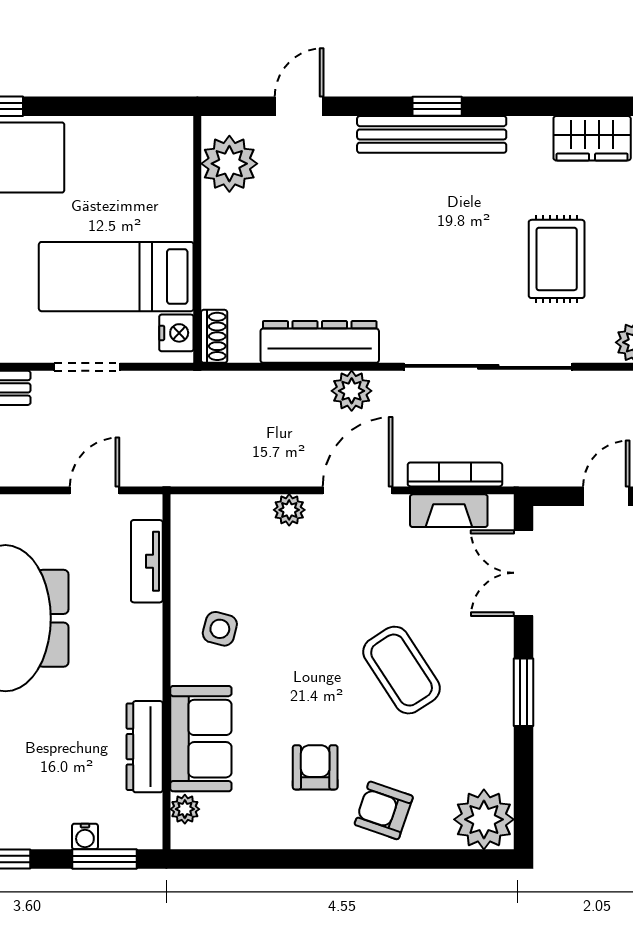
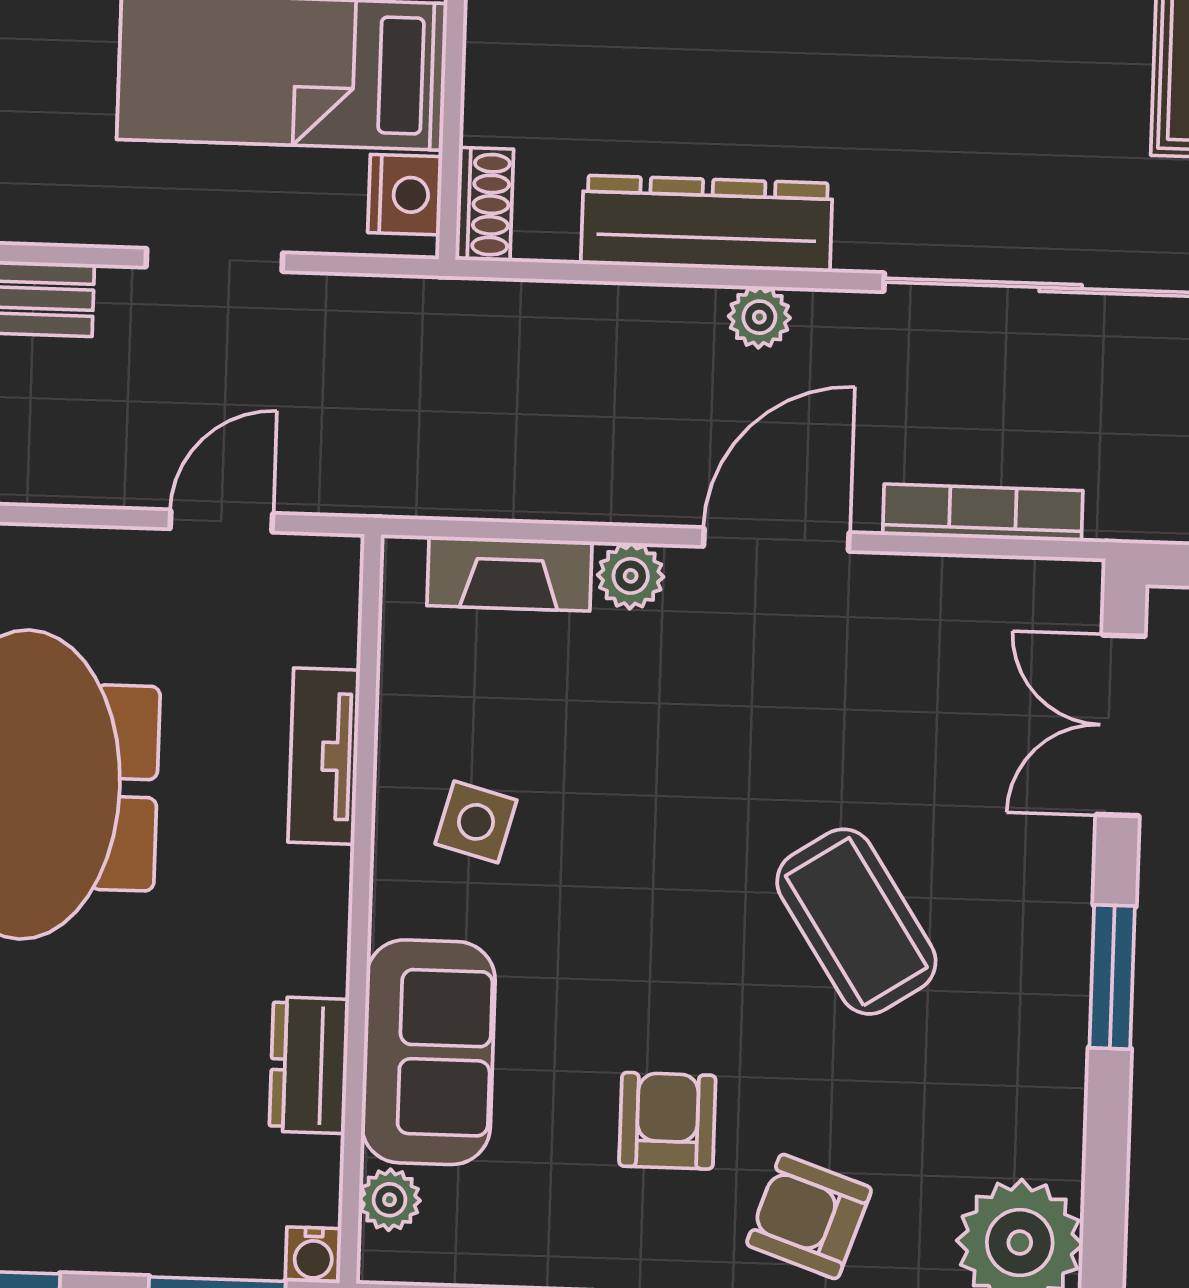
plant: (352, 391) -> (759, 317), width x0.73, depth x0.73
fireplace: (449, 511) -> (510, 574), moved
tv unit: (147, 561) -> (324, 756), moved
dresser: (145, 747) -> (309, 1065), width x0.70
water cooler: (85, 836) -> (313, 1255), moved

